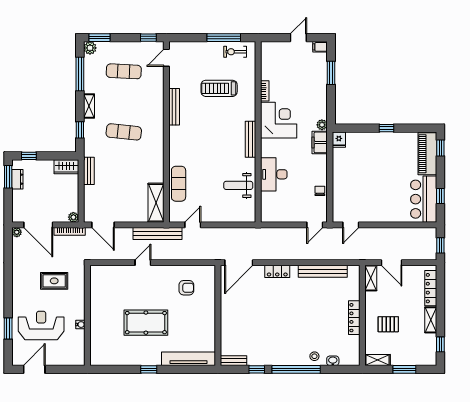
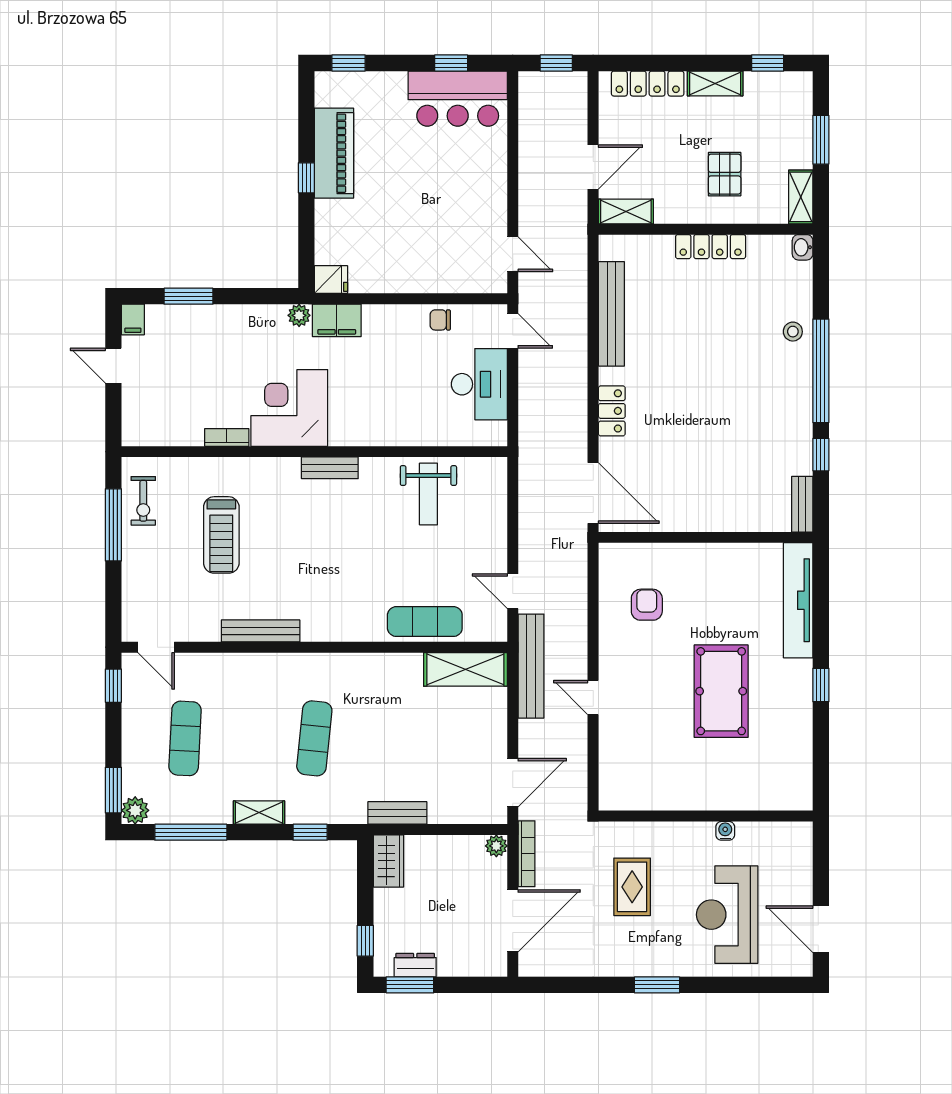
bench: (251, 139) -> (330, 468), width x0.73
piano: (427, 154) -> (334, 153), moved, turned -90
desk: (274, 174) -> (479, 384), moved, turned -90
plant: (17, 232) -> (528, 967), removed
window: (8, 329) -> (657, 985), moved
washbasin: (333, 361) -> (803, 247), moved

